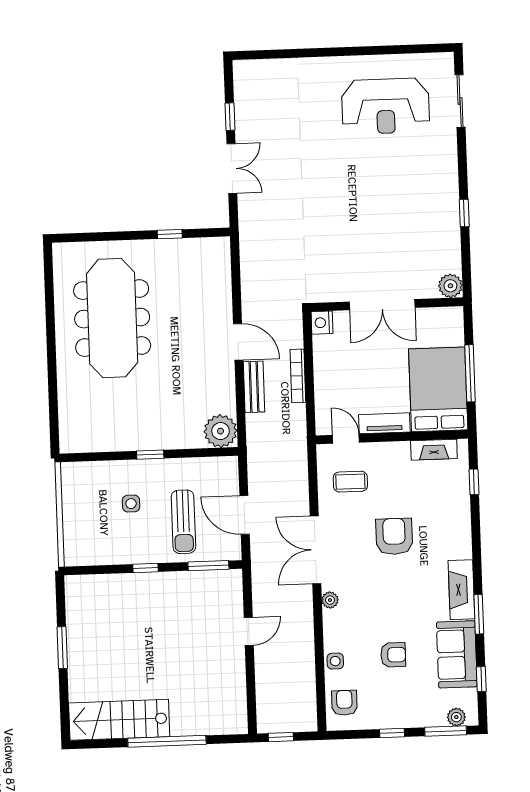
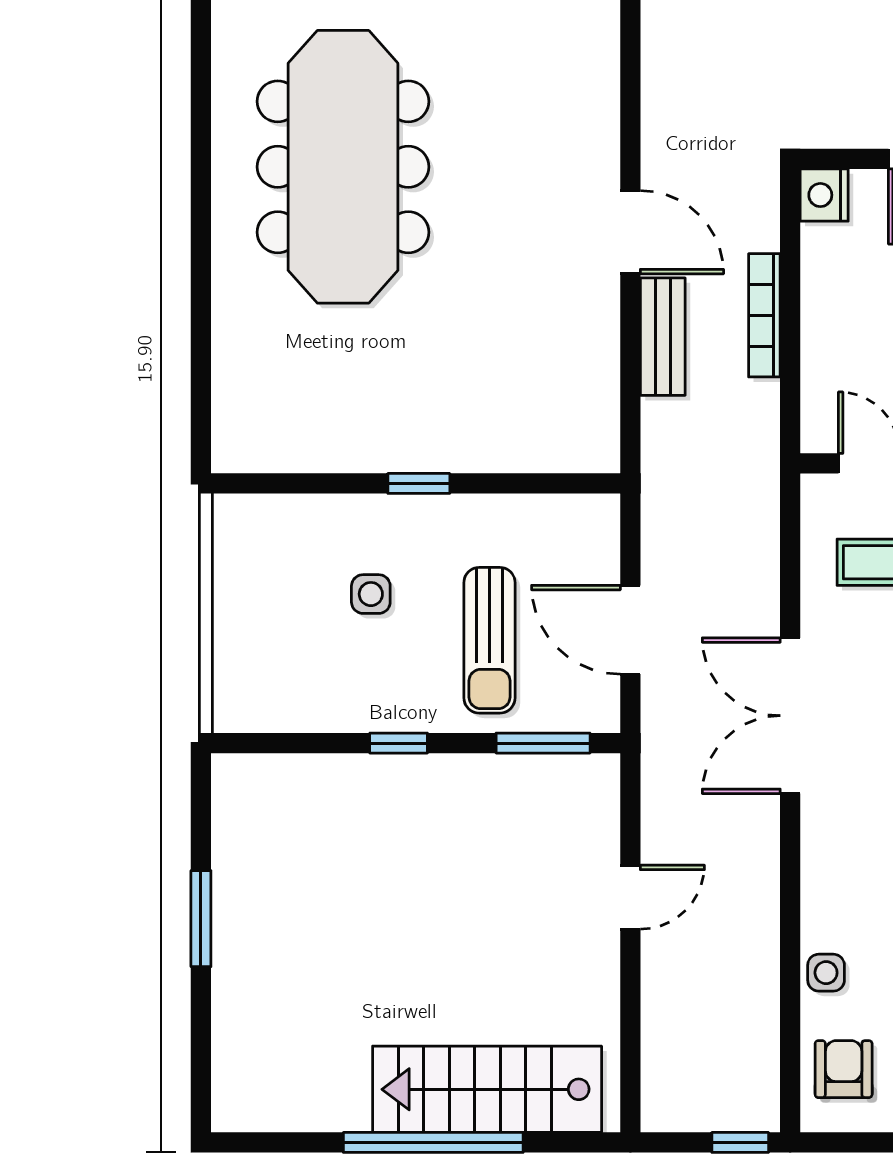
plant: (221, 431) -> (582, 435), removed
plant: (330, 600) -> (819, 832), removed
stairs: (119, 720) -> (487, 1089), moved
window: (281, 737) -> (740, 1142), moved

